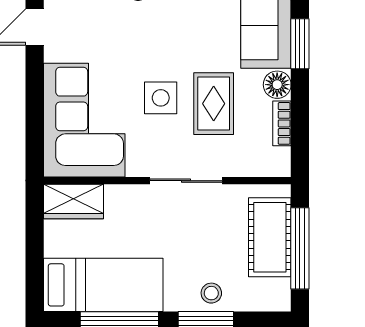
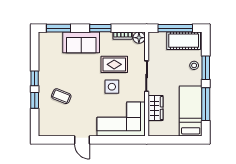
window: (300, 44) -> (100, 28), moved
floor lamp: (277, 85) -> (139, 38), moved
wardrobe: (74, 202) -> (156, 108), moved
cot: (270, 237) -> (184, 41), moved

